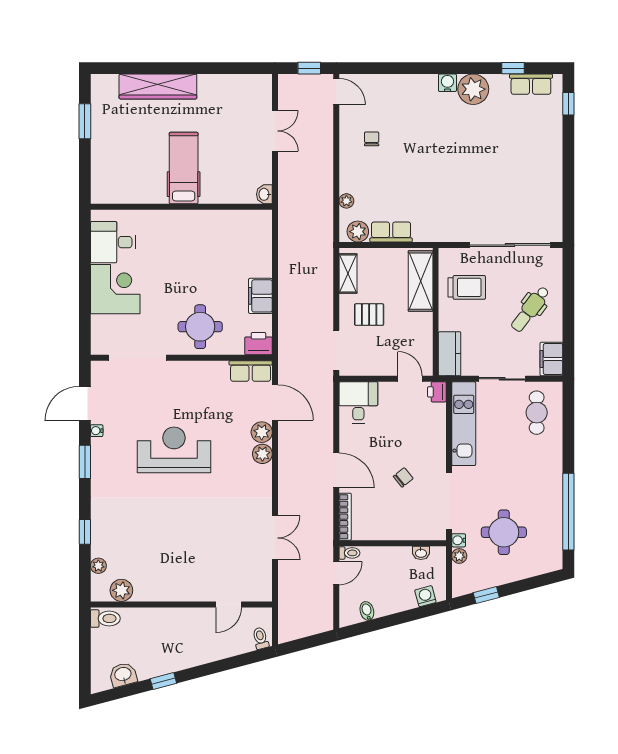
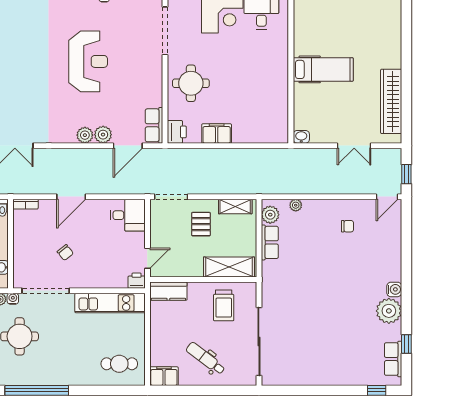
wardrobe: (158, 86) -> (391, 101), moved
sliding door: (502, 379) -> (147, 335), removed
bookcase: (345, 517) -> (25, 204), width x0.64

